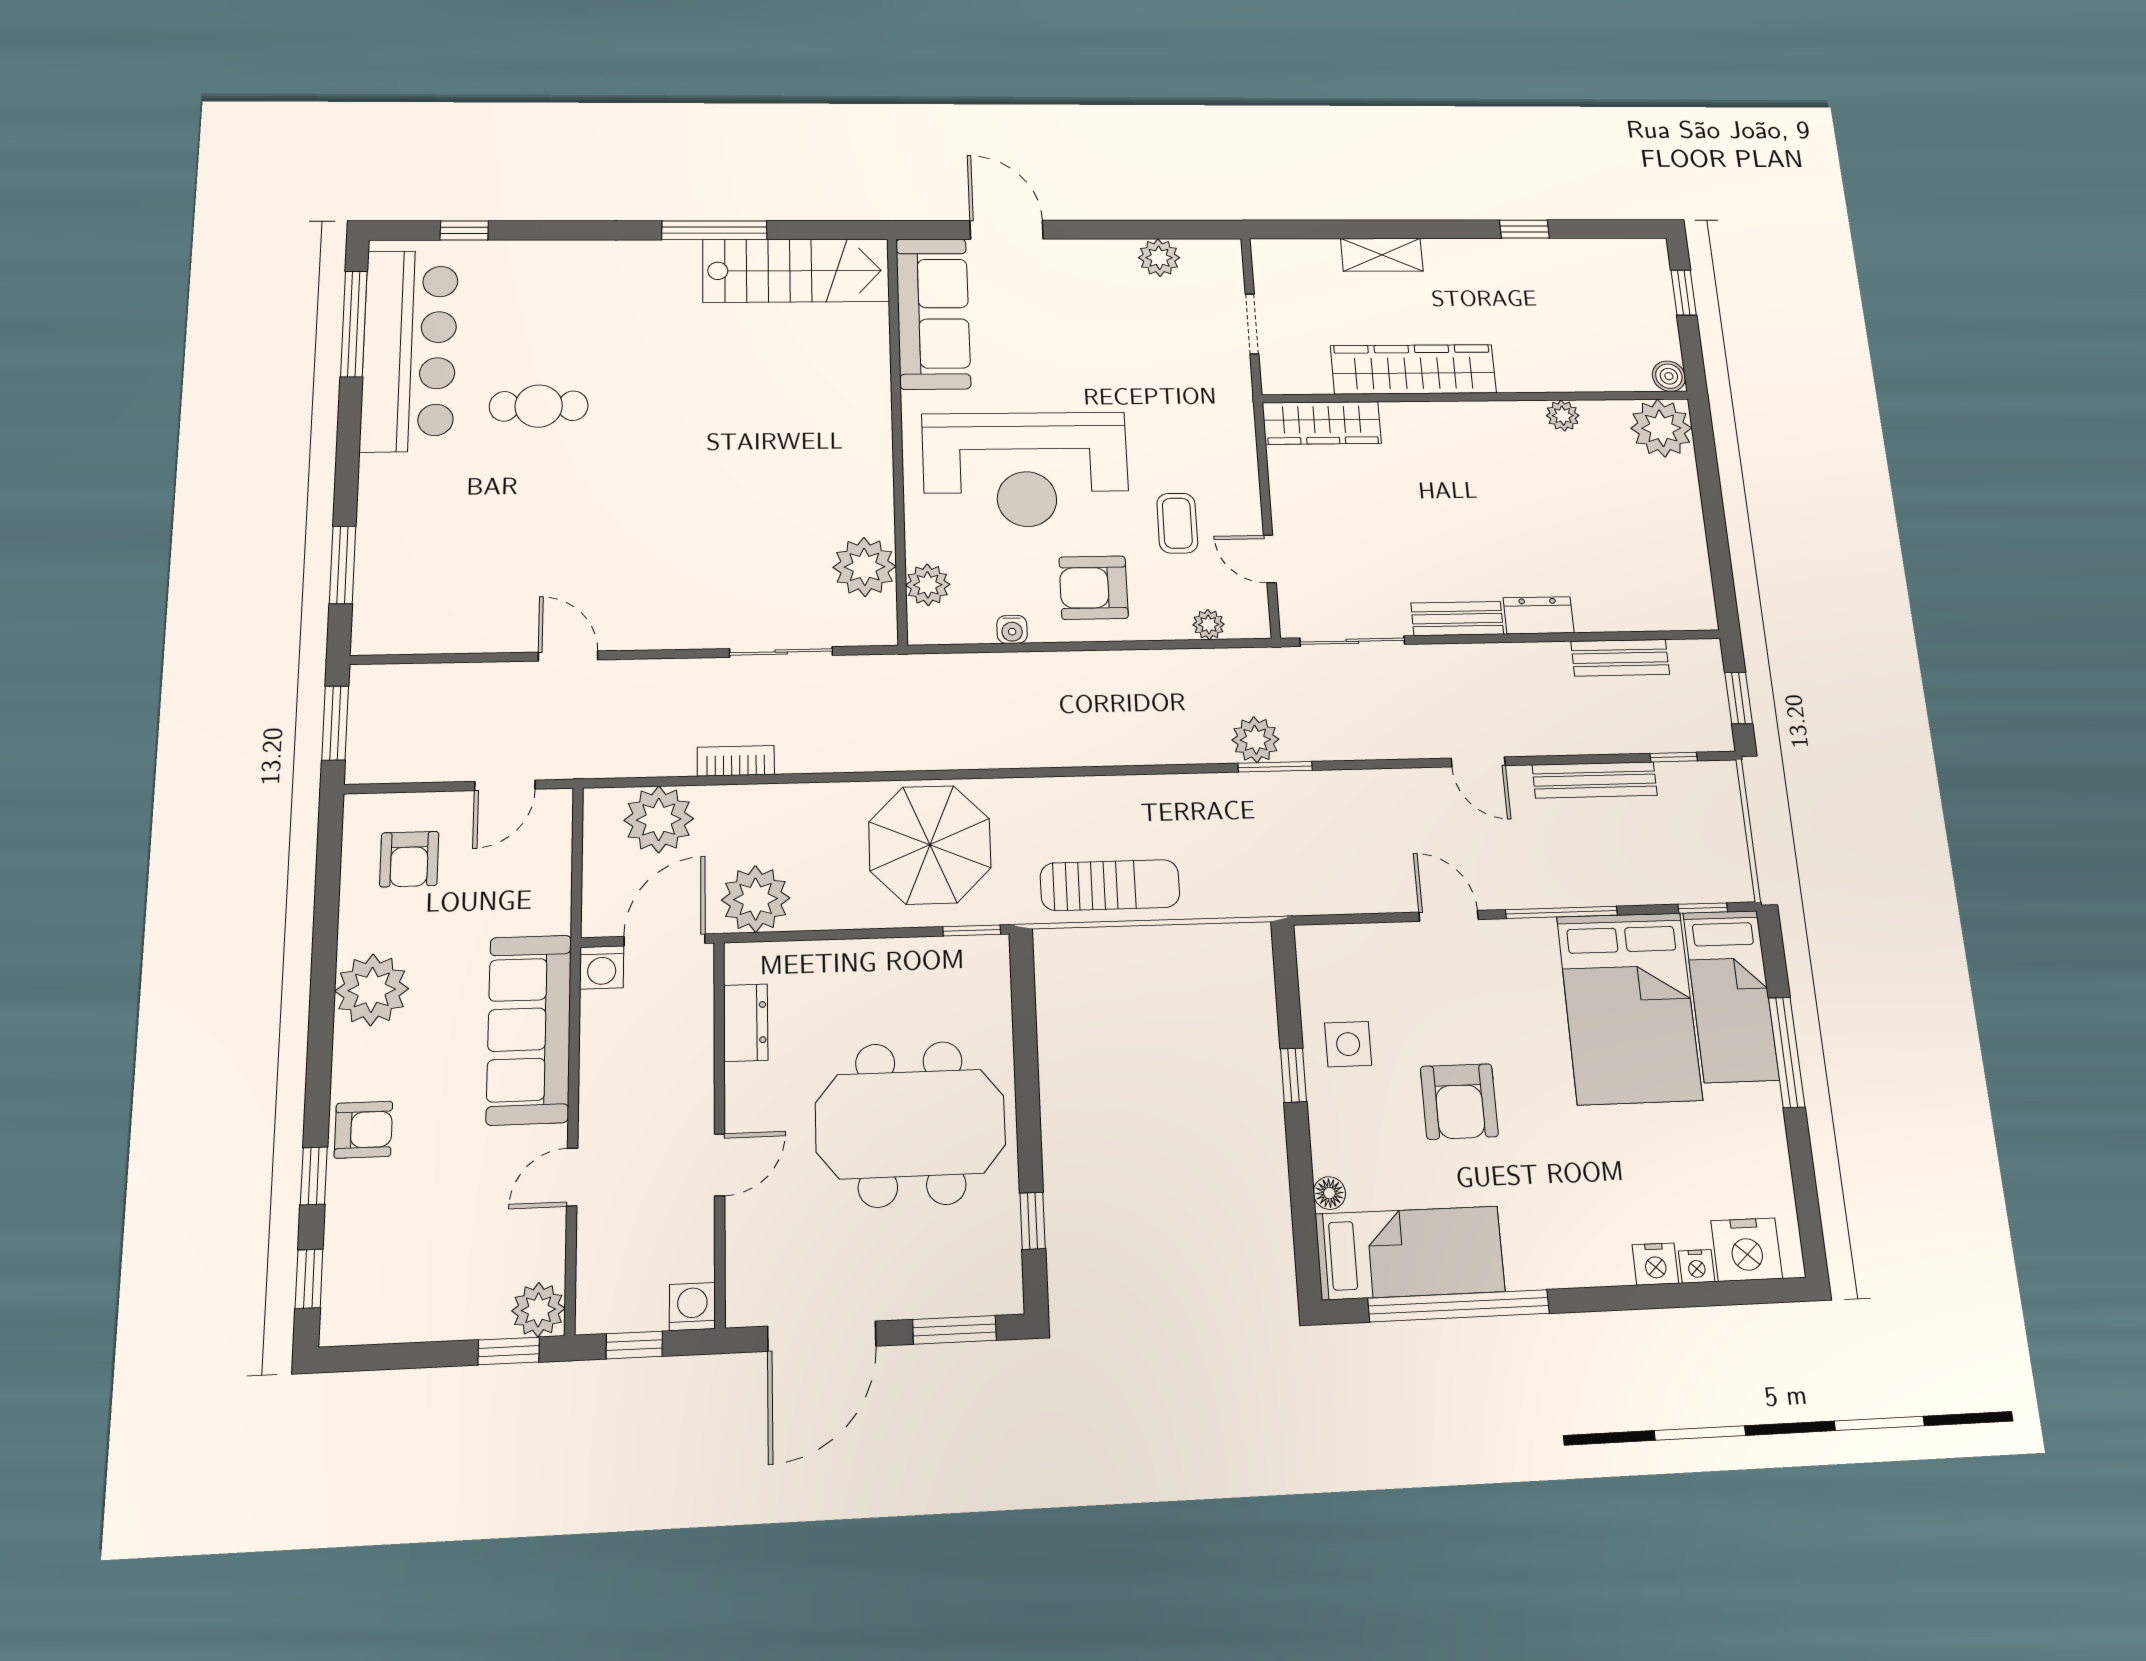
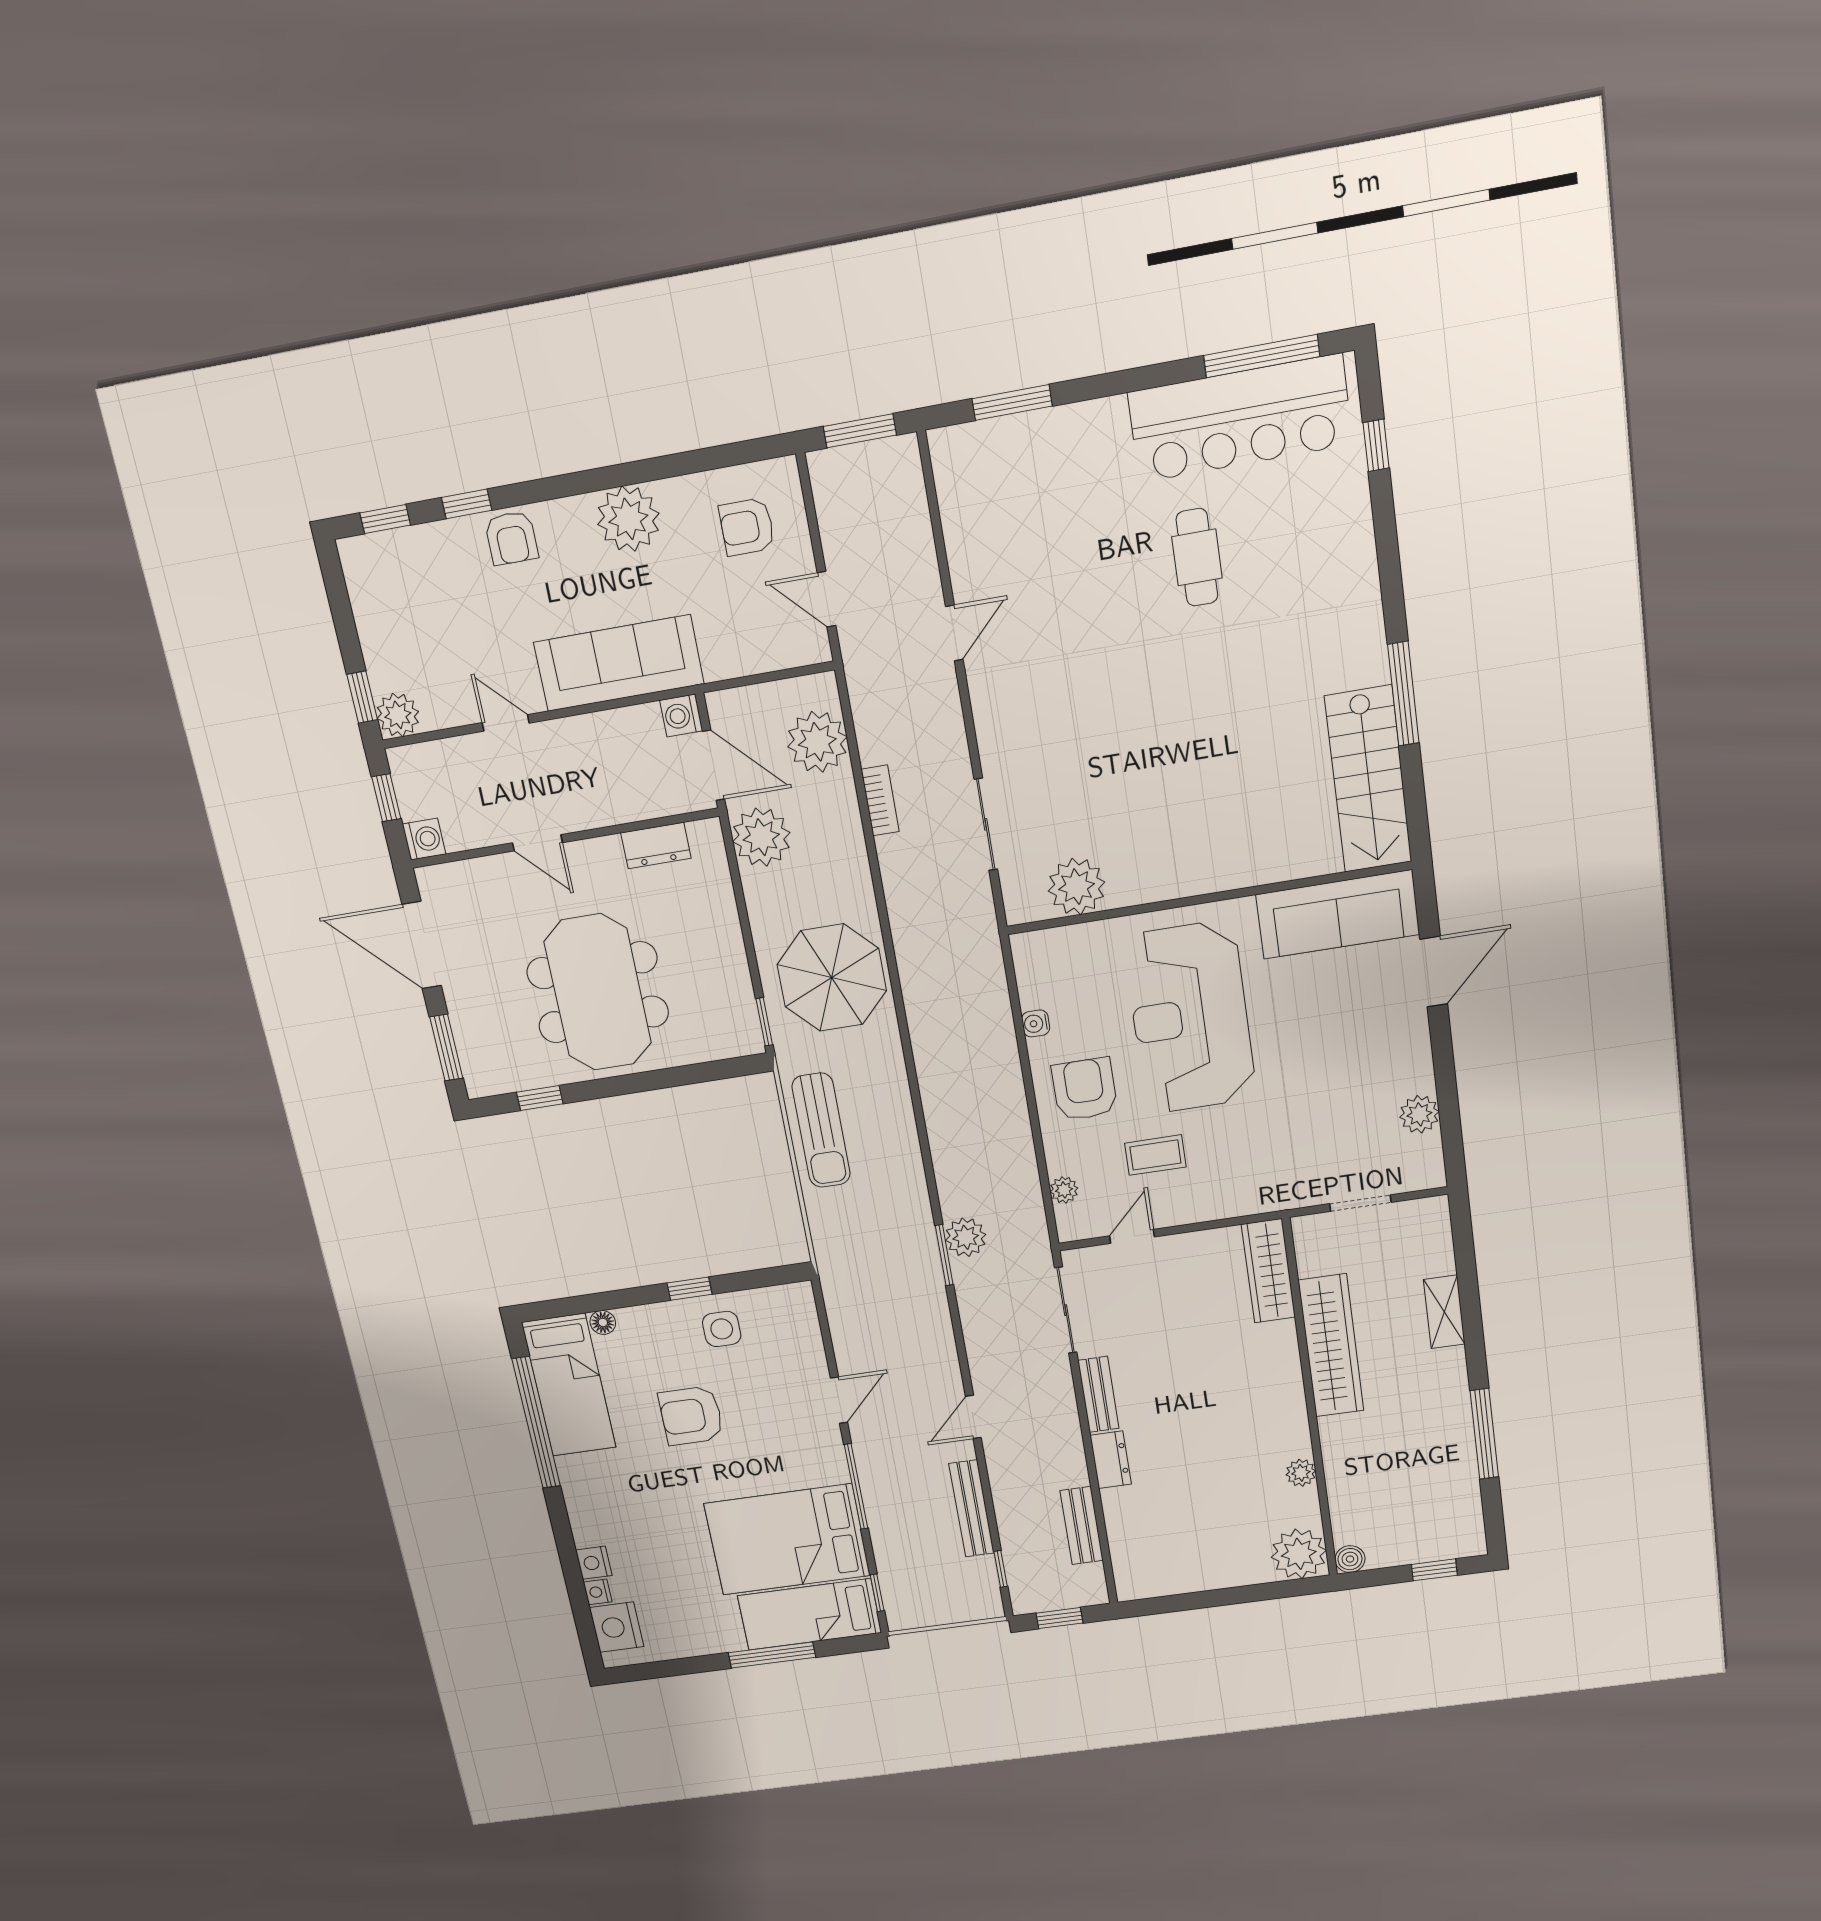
window: (1524, 229) -> (1484, 1434), width x2.17
plant: (928, 585) -> (1067, 945), removed

